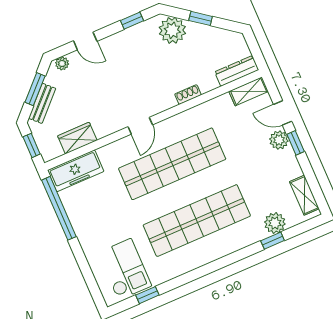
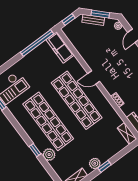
door: (283, 113) -> (119, 155), removed
wardrobe: (77, 138) -> (78, 44), removed
plant: (279, 140) -> (95, 163), moved
plant: (275, 223) -> (49, 155), moved
window: (273, 241) -> (35, 150), moved

